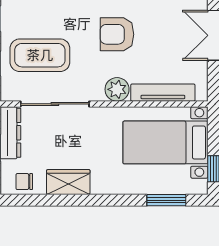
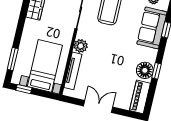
armchair: (117, 34) -> (111, 53), removed

